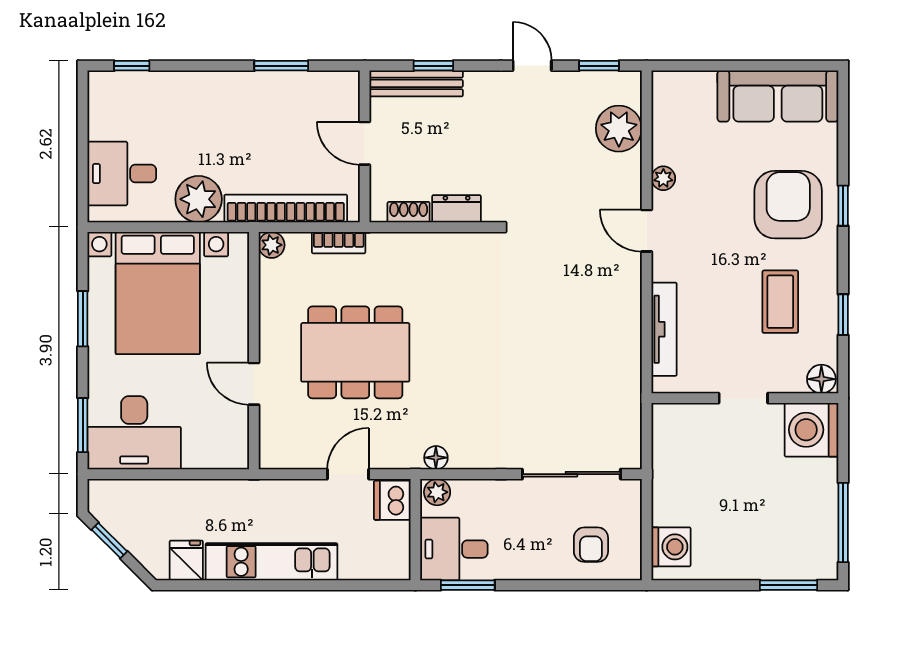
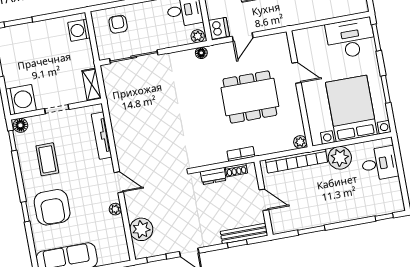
bookcase: (339, 243) -> (241, 154), moved
window: (843, 315) -> (12, 141), moved
shelving: (665, 434) -> (92, 85), added

